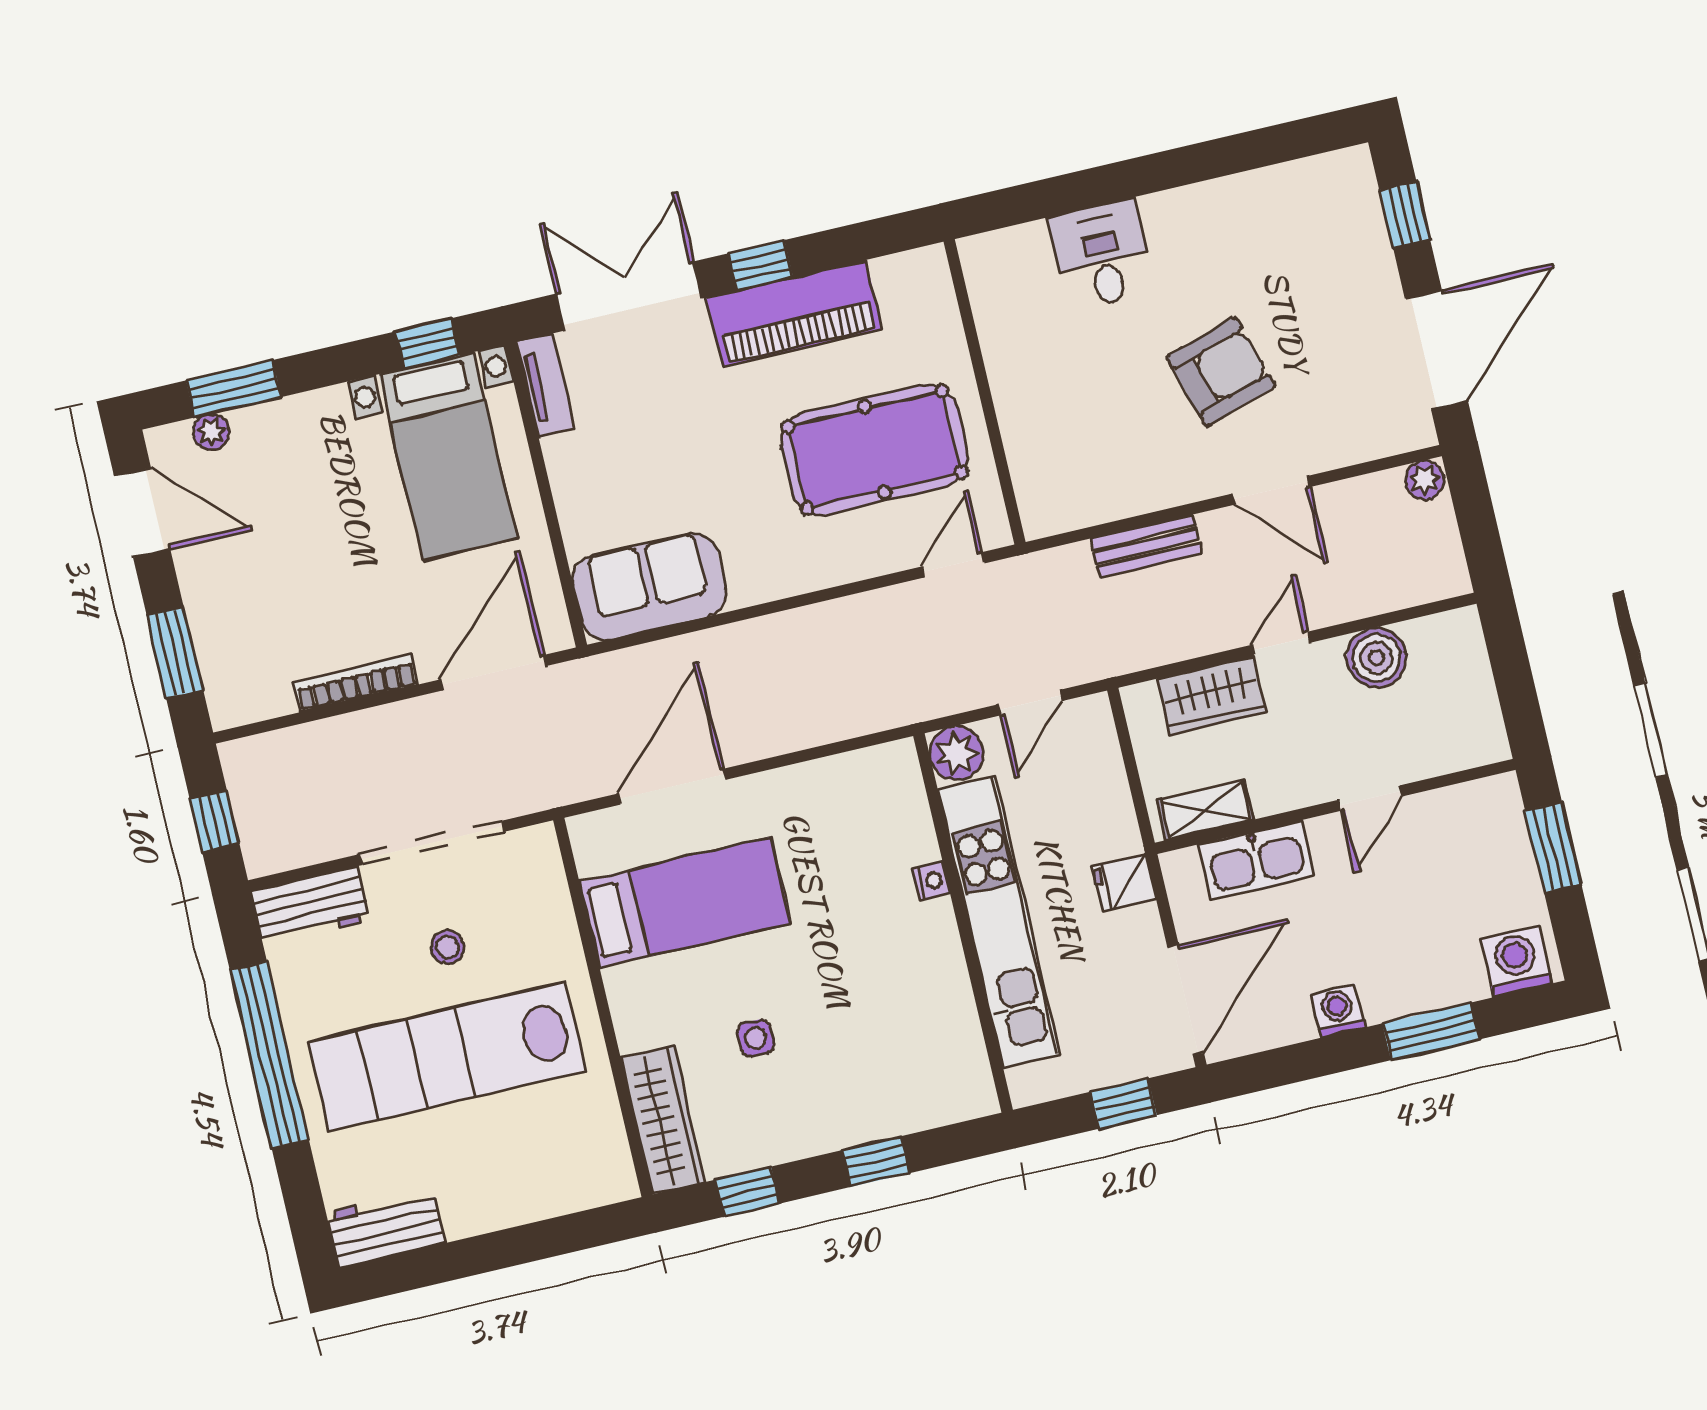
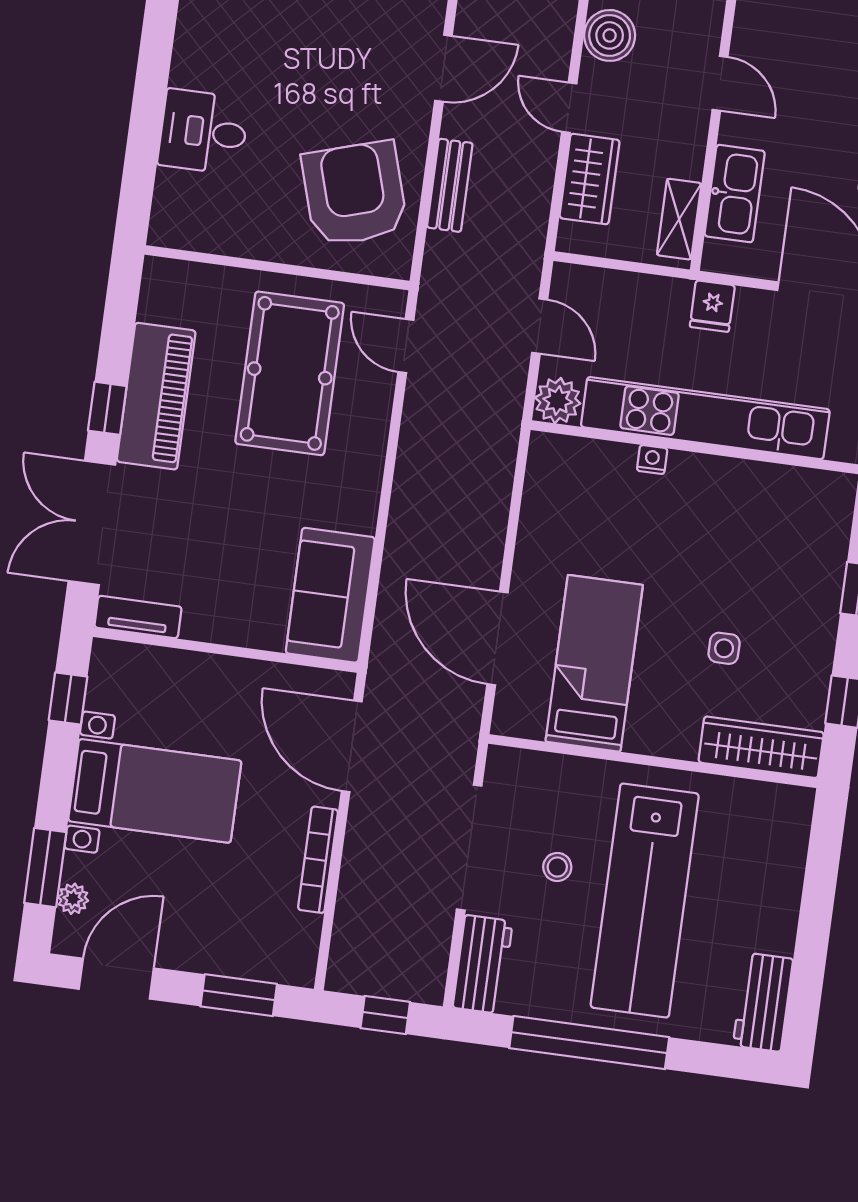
armchair: (1221, 372) -> (354, 194), moved, width x1.36, depth x1.36
bed with nightstands: (448, 456) -> (155, 791), moved

